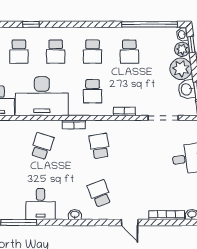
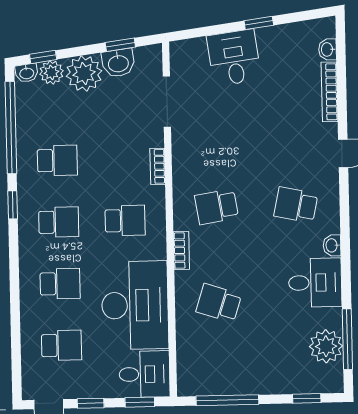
window: (31, 24) -> (13, 205), moved
school desk: (100, 194) -> (296, 205), turned 33
desk: (40, 204) -> (315, 283), moved
plant: (15, 210) -> (326, 346), added

